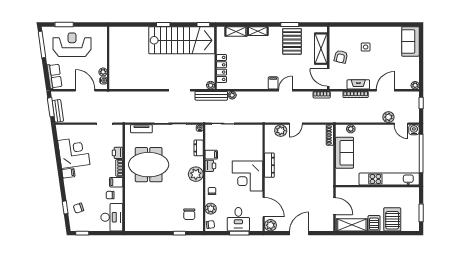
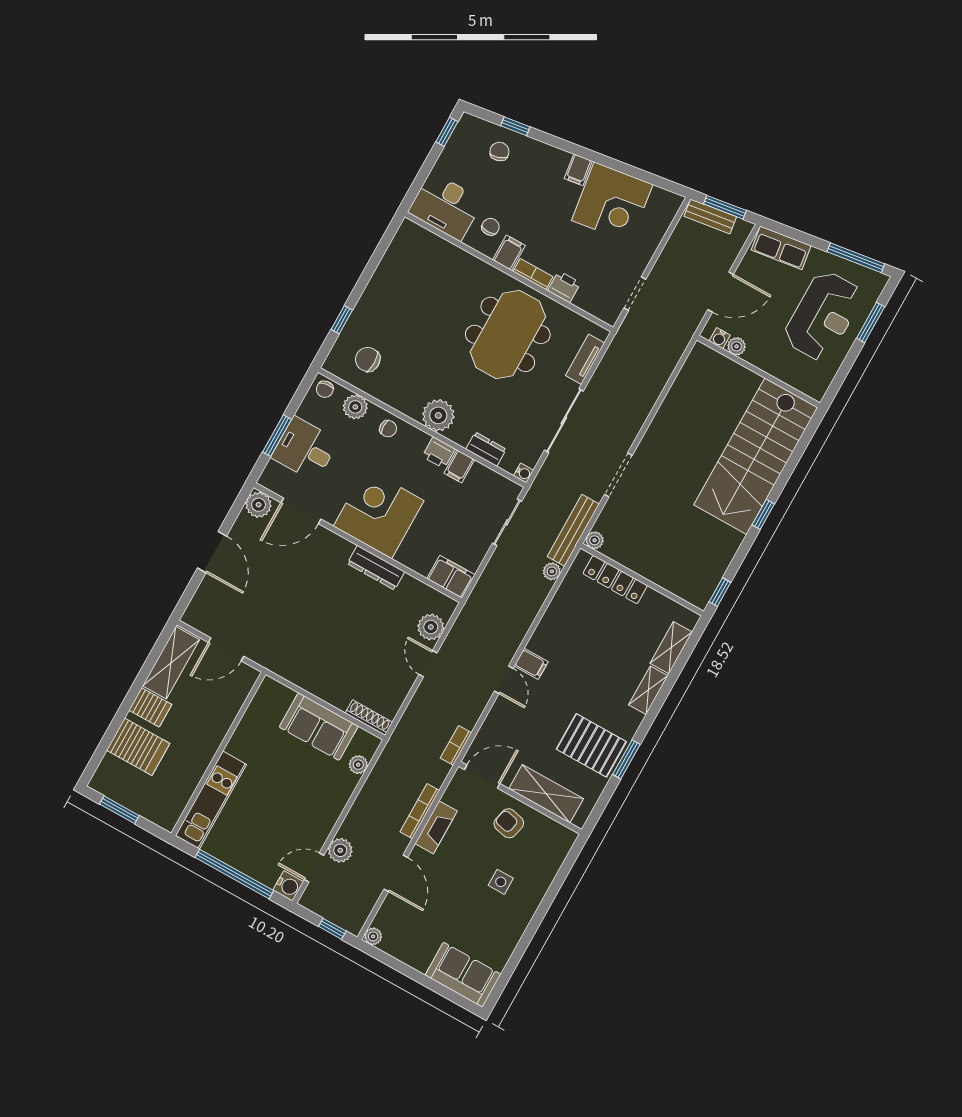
stairs: (182, 40) -> (756, 456), moved
filing cabinet: (256, 134) -> (451, 577), added
kitchen unit: (389, 179) -> (211, 800), width x0.73

